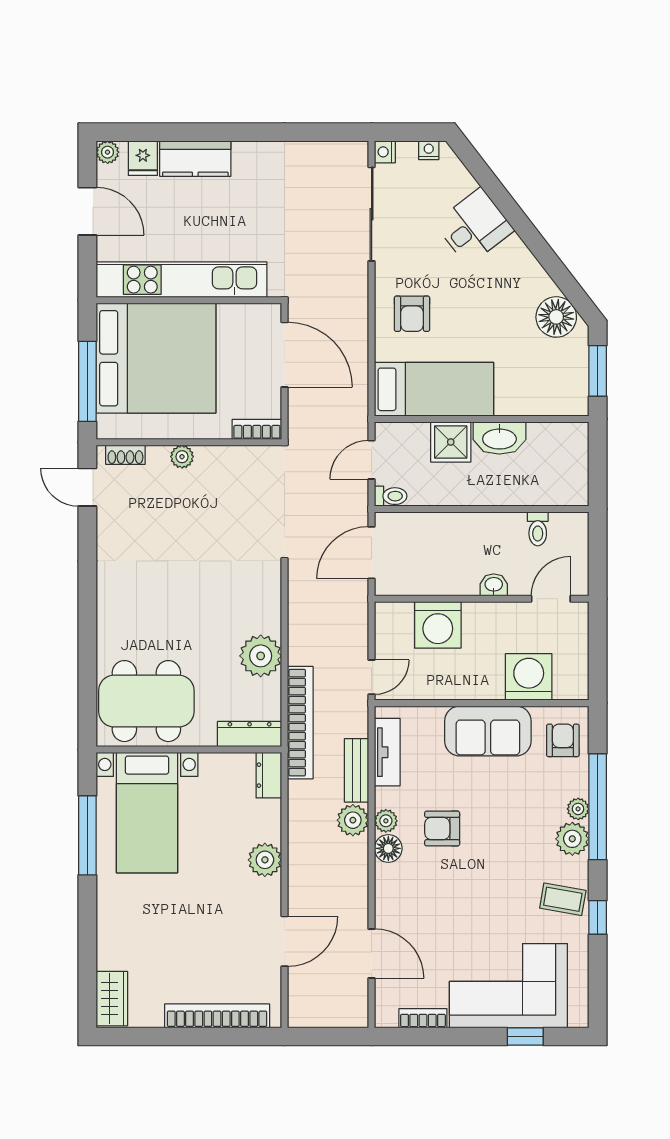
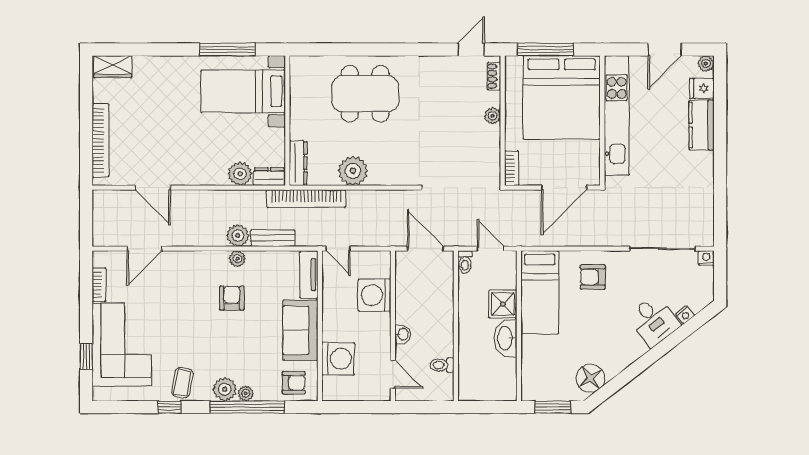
nightstand: (429, 150) -> (685, 315), moved, turned 52
dining table: (146, 701) -> (365, 94), moved, turned 90
tv unit: (387, 752) -> (309, 275), moved, turned 90
floor lamp: (388, 848) -> (218, 260), removed
plant: (265, 860) -> (240, 174), moved

